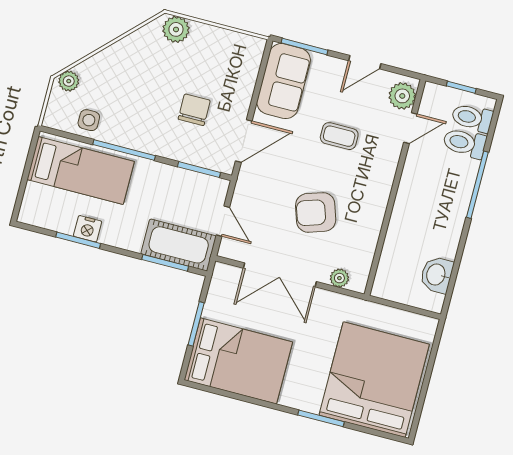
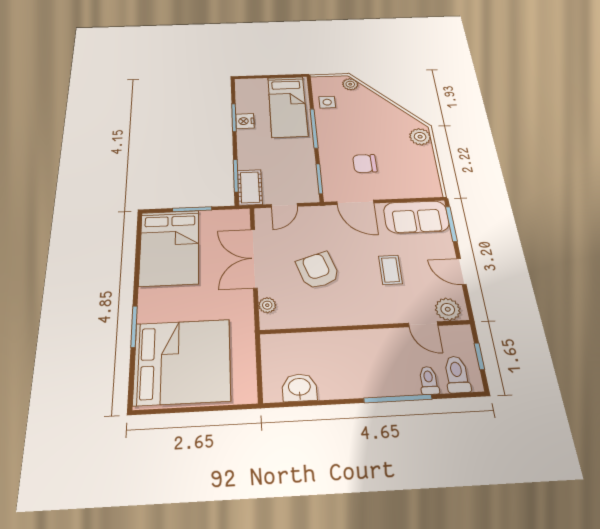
chair: (194, 110) -> (365, 164), turned 180
toilet: (465, 143) -> (429, 380), width x0.73, depth x0.72
cot: (179, 245) -> (250, 187), width x0.73, depth x0.75

